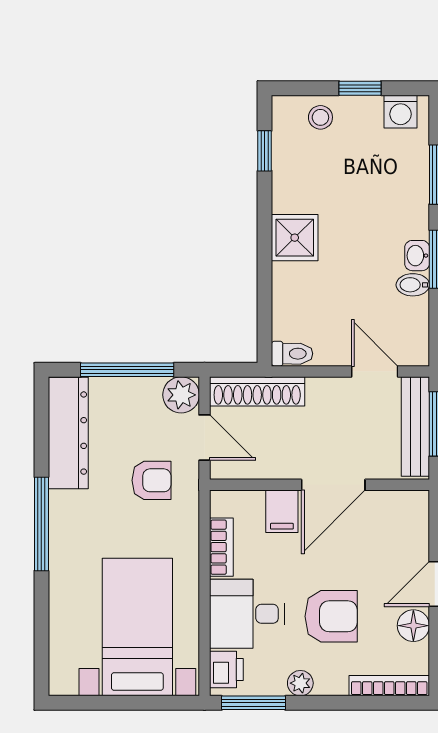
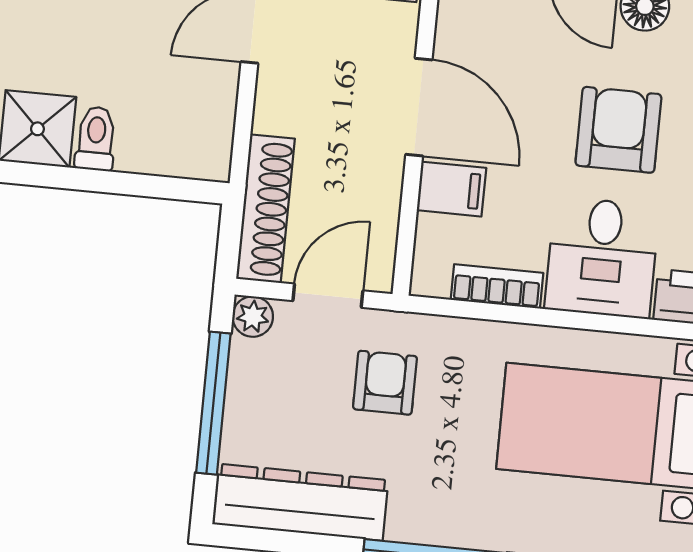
toilet: (292, 354) -> (96, 139), moved
plant: (181, 395) -> (253, 317), width x0.73, depth x0.73

